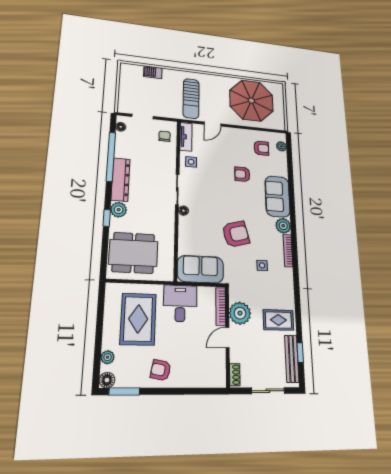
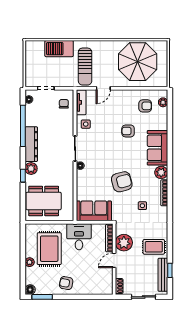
barbecue: (153, 72) -> (59, 49), width x1.88, depth x1.53
plant: (108, 357) -> (30, 262), moved

